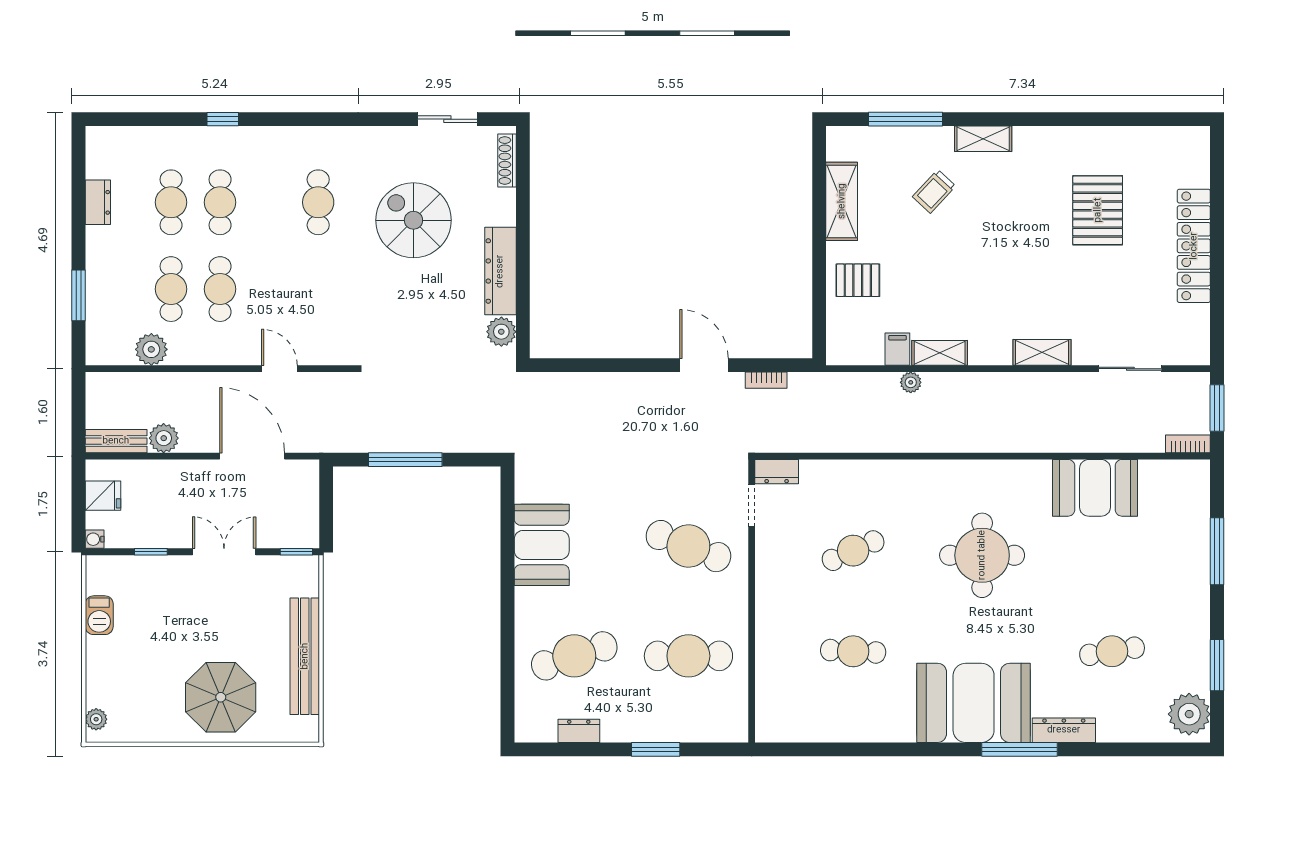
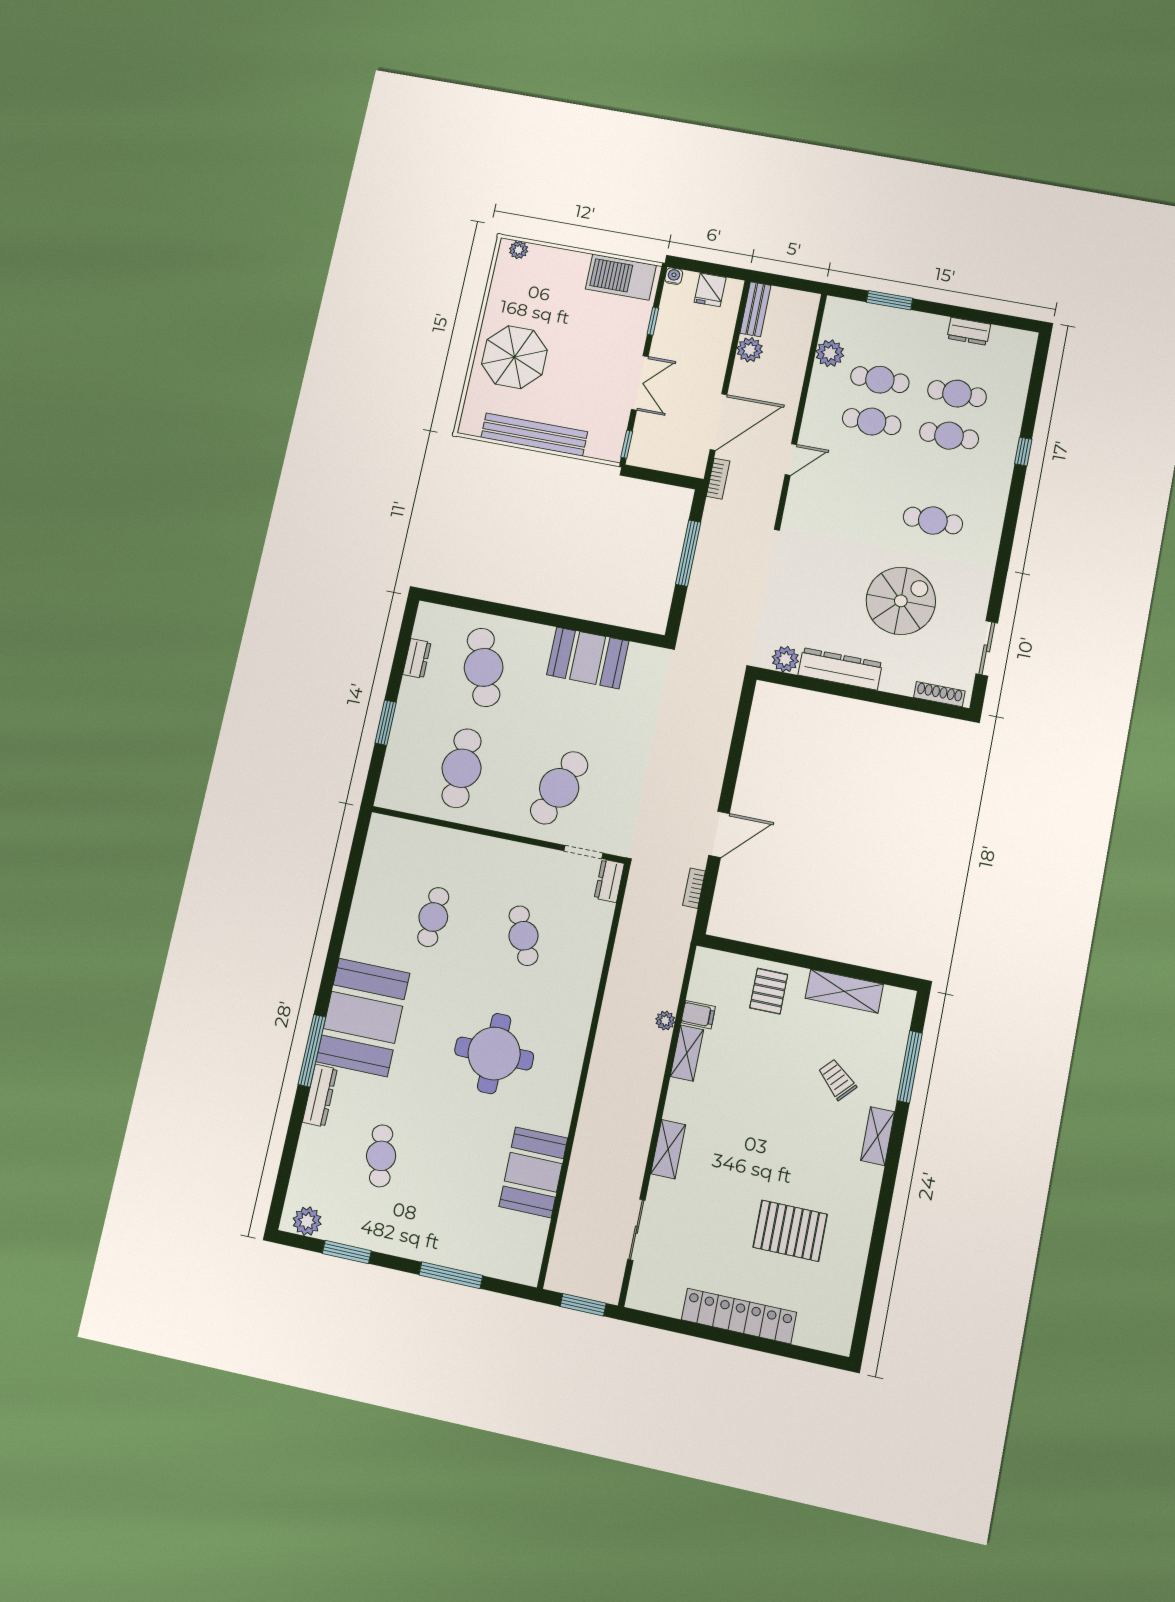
bookcase: (1188, 444) -> (718, 479), moved
barbecue: (99, 615) -> (621, 277), width x1.88, depth x1.53
plant: (1189, 714) -> (307, 1221), width x0.73, depth x0.73

